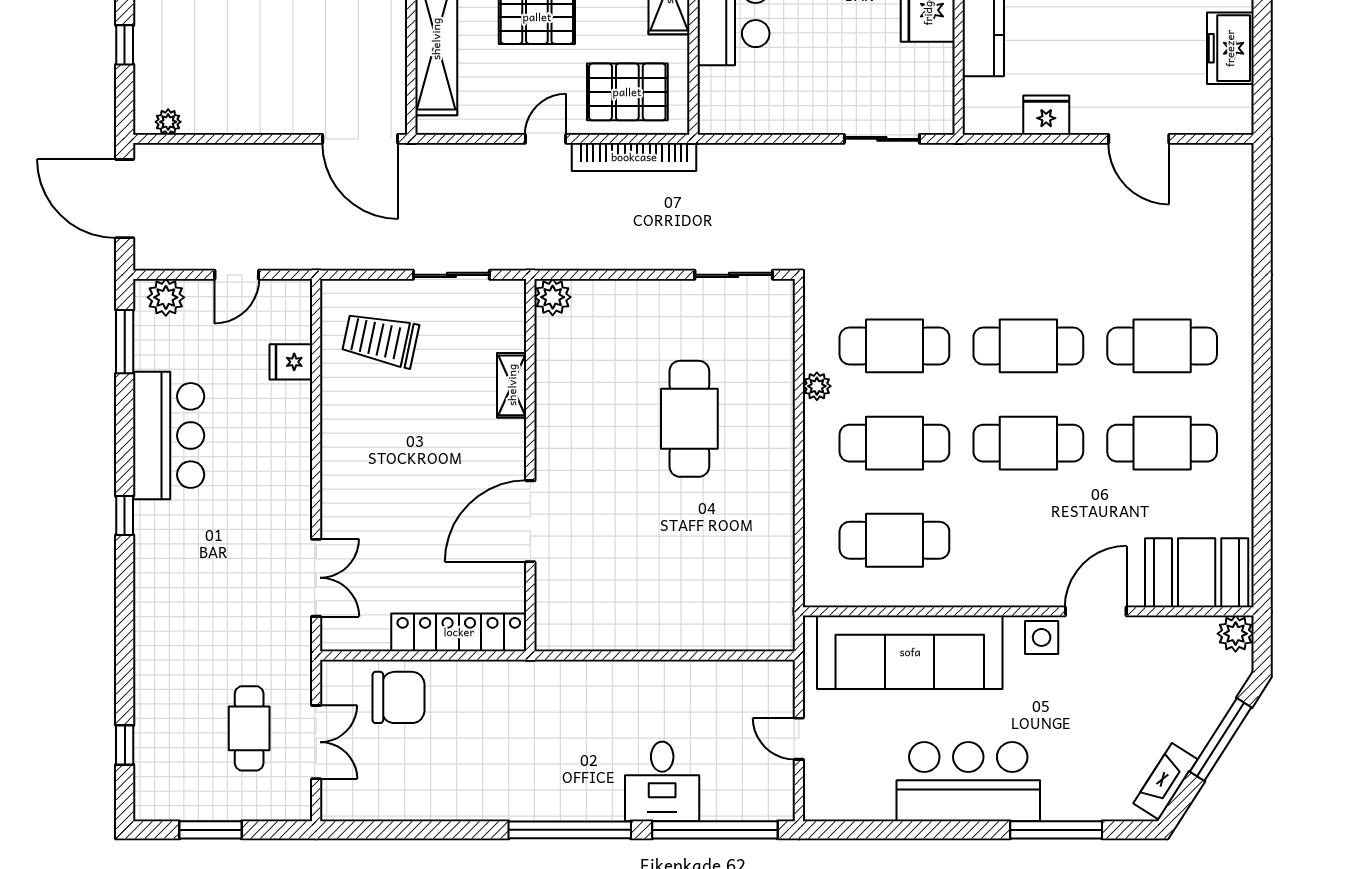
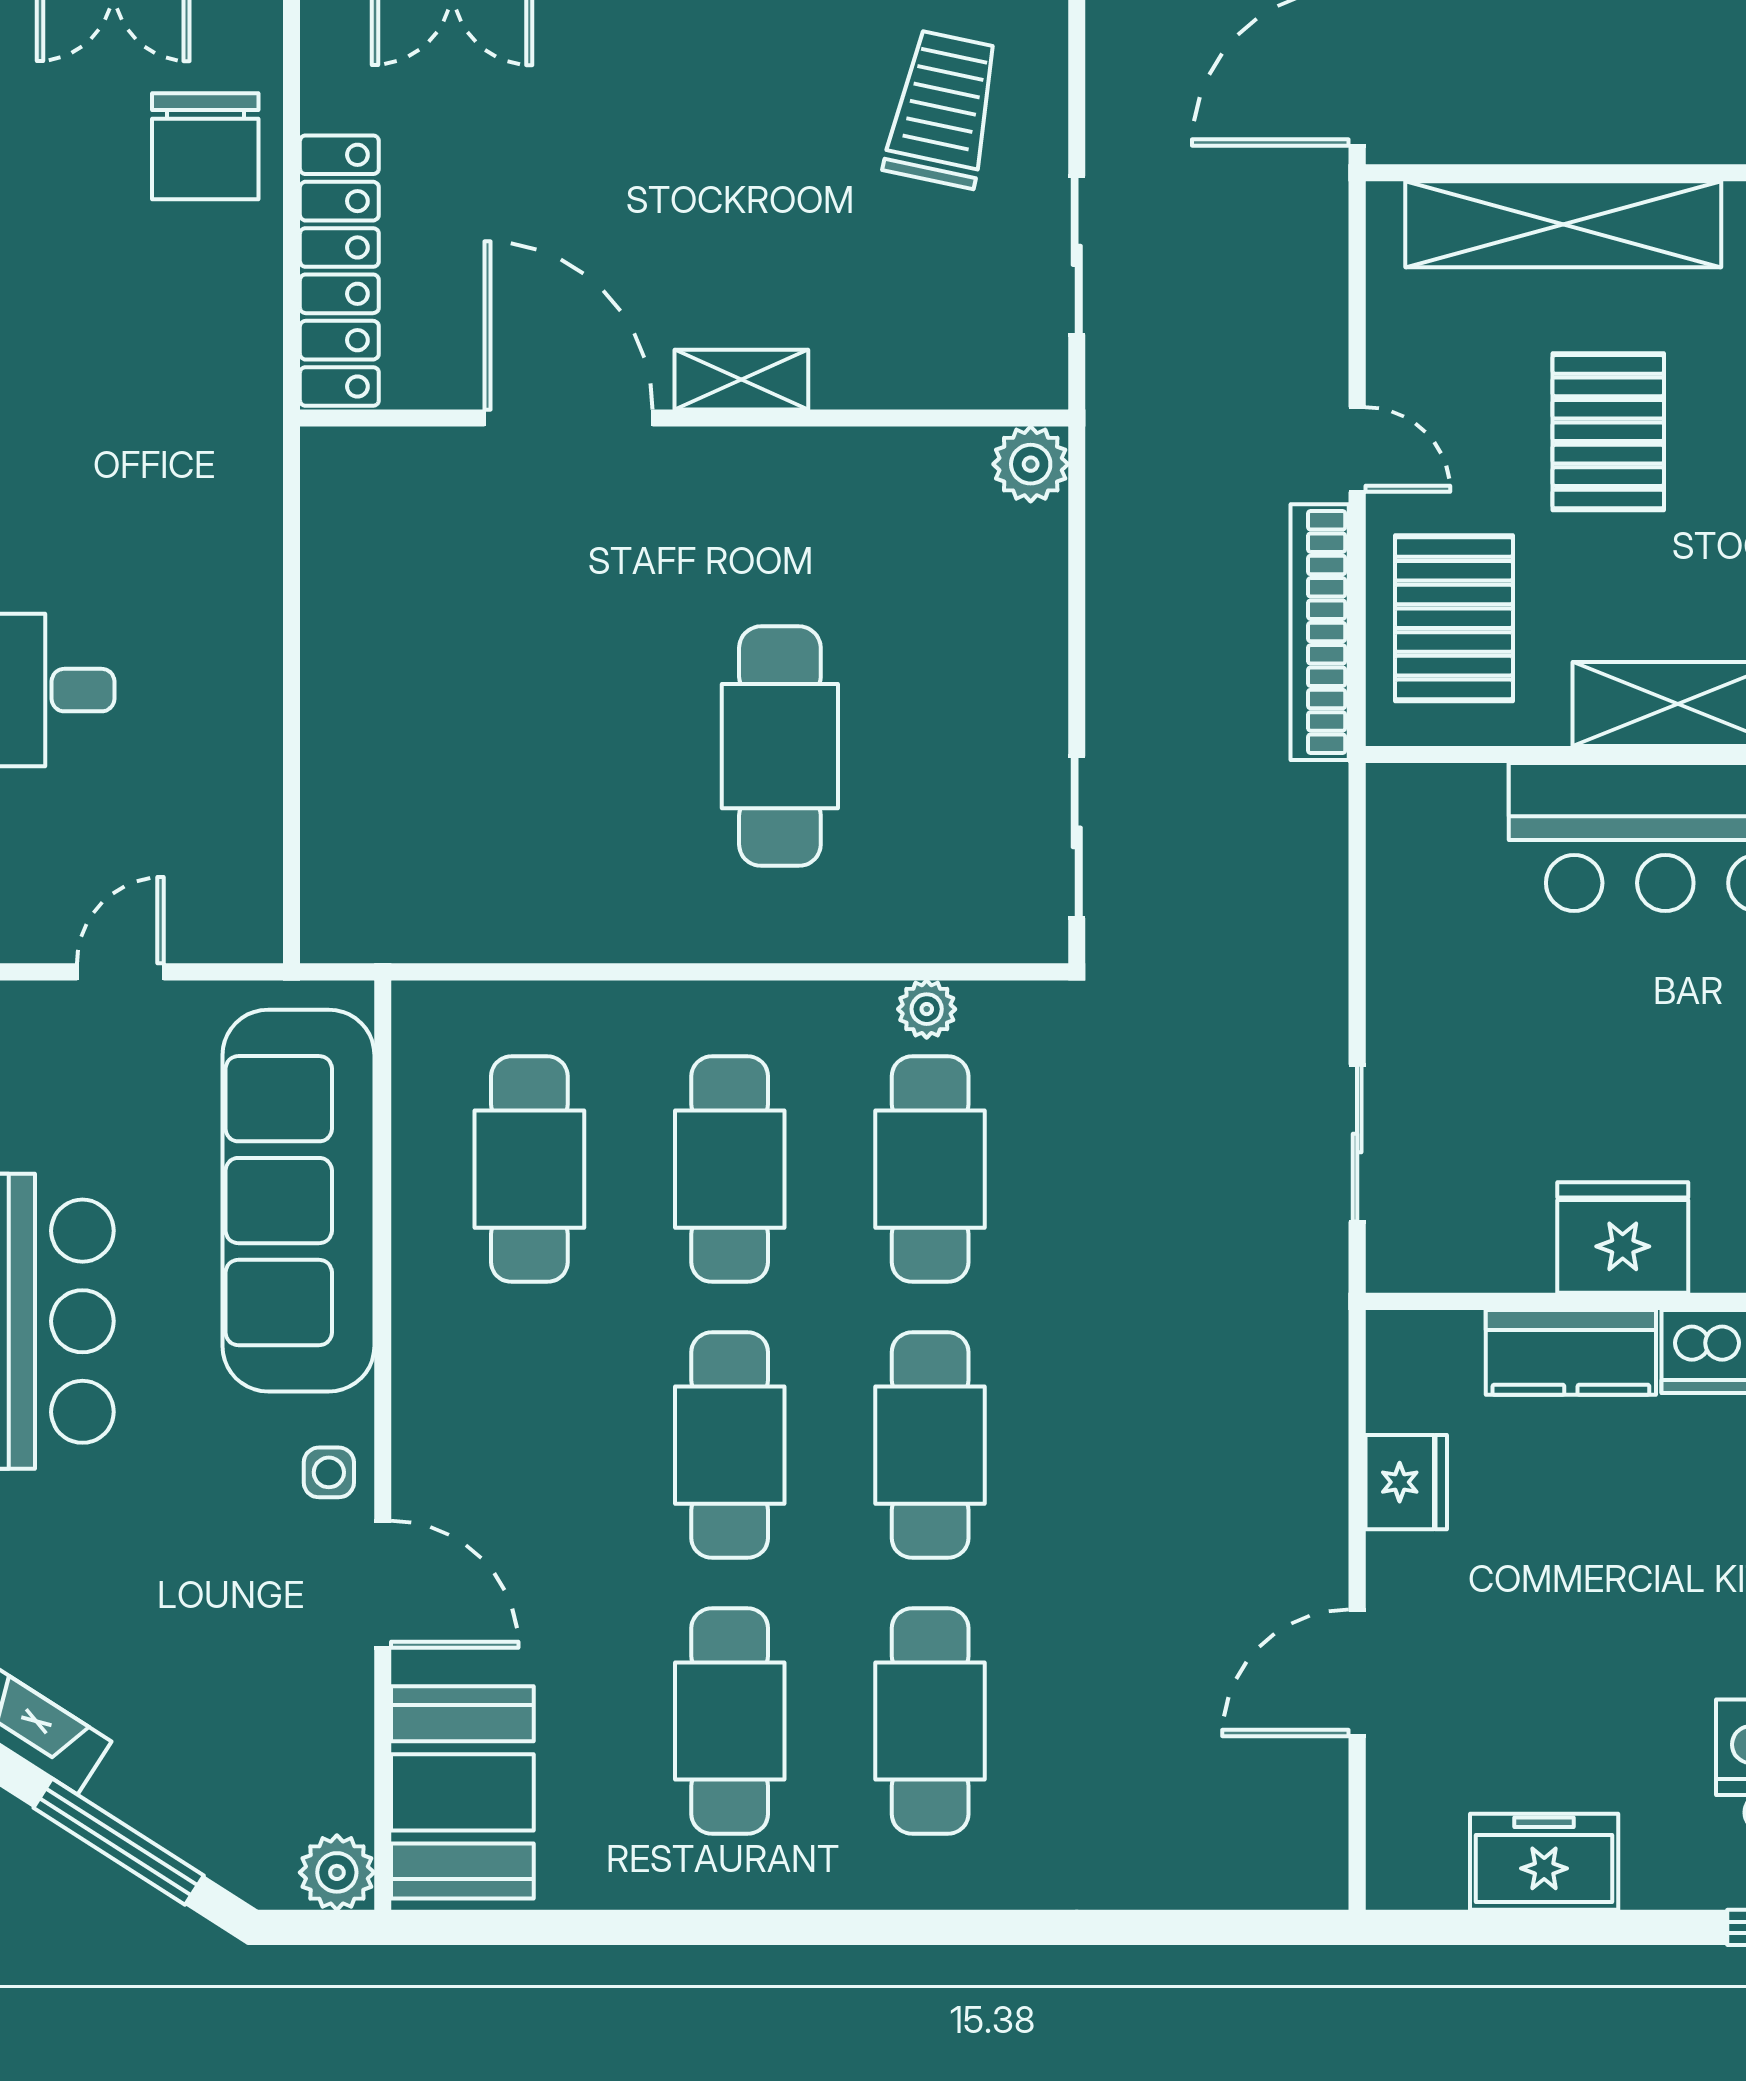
shelving: (512, 385) -> (741, 380), moved
plant: (817, 386) -> (927, 1009), moved
cafe table: (689, 419) -> (780, 746), turned 90
side table: (1042, 637) -> (329, 1472), width x0.73, depth x0.73

